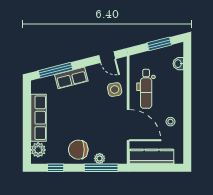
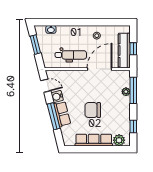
door: (107, 57) -> (46, 86), hinge flipped
window: (56, 70) -> (54, 116), moved
water cooler: (93, 71) -> (57, 97), added
side table: (115, 90) -> (71, 80), removed
chair: (78, 150) -> (93, 110), moved, turned 90
window: (154, 168) -> (133, 49), added

